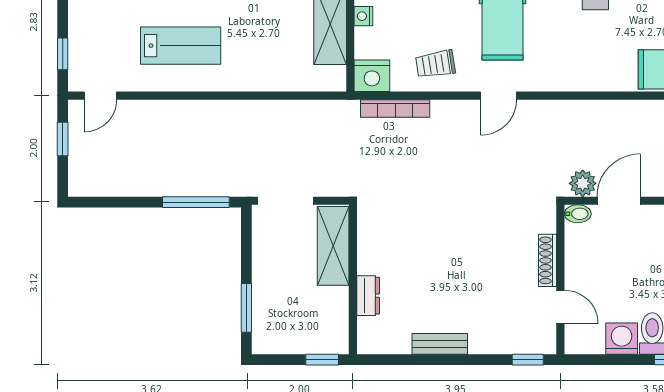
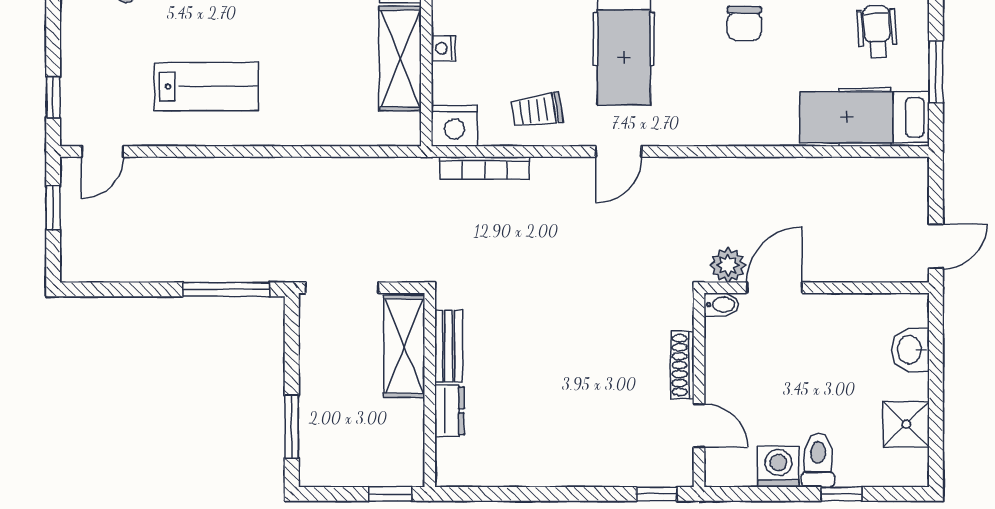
bench: (440, 344) -> (449, 346), moved, turned 90

